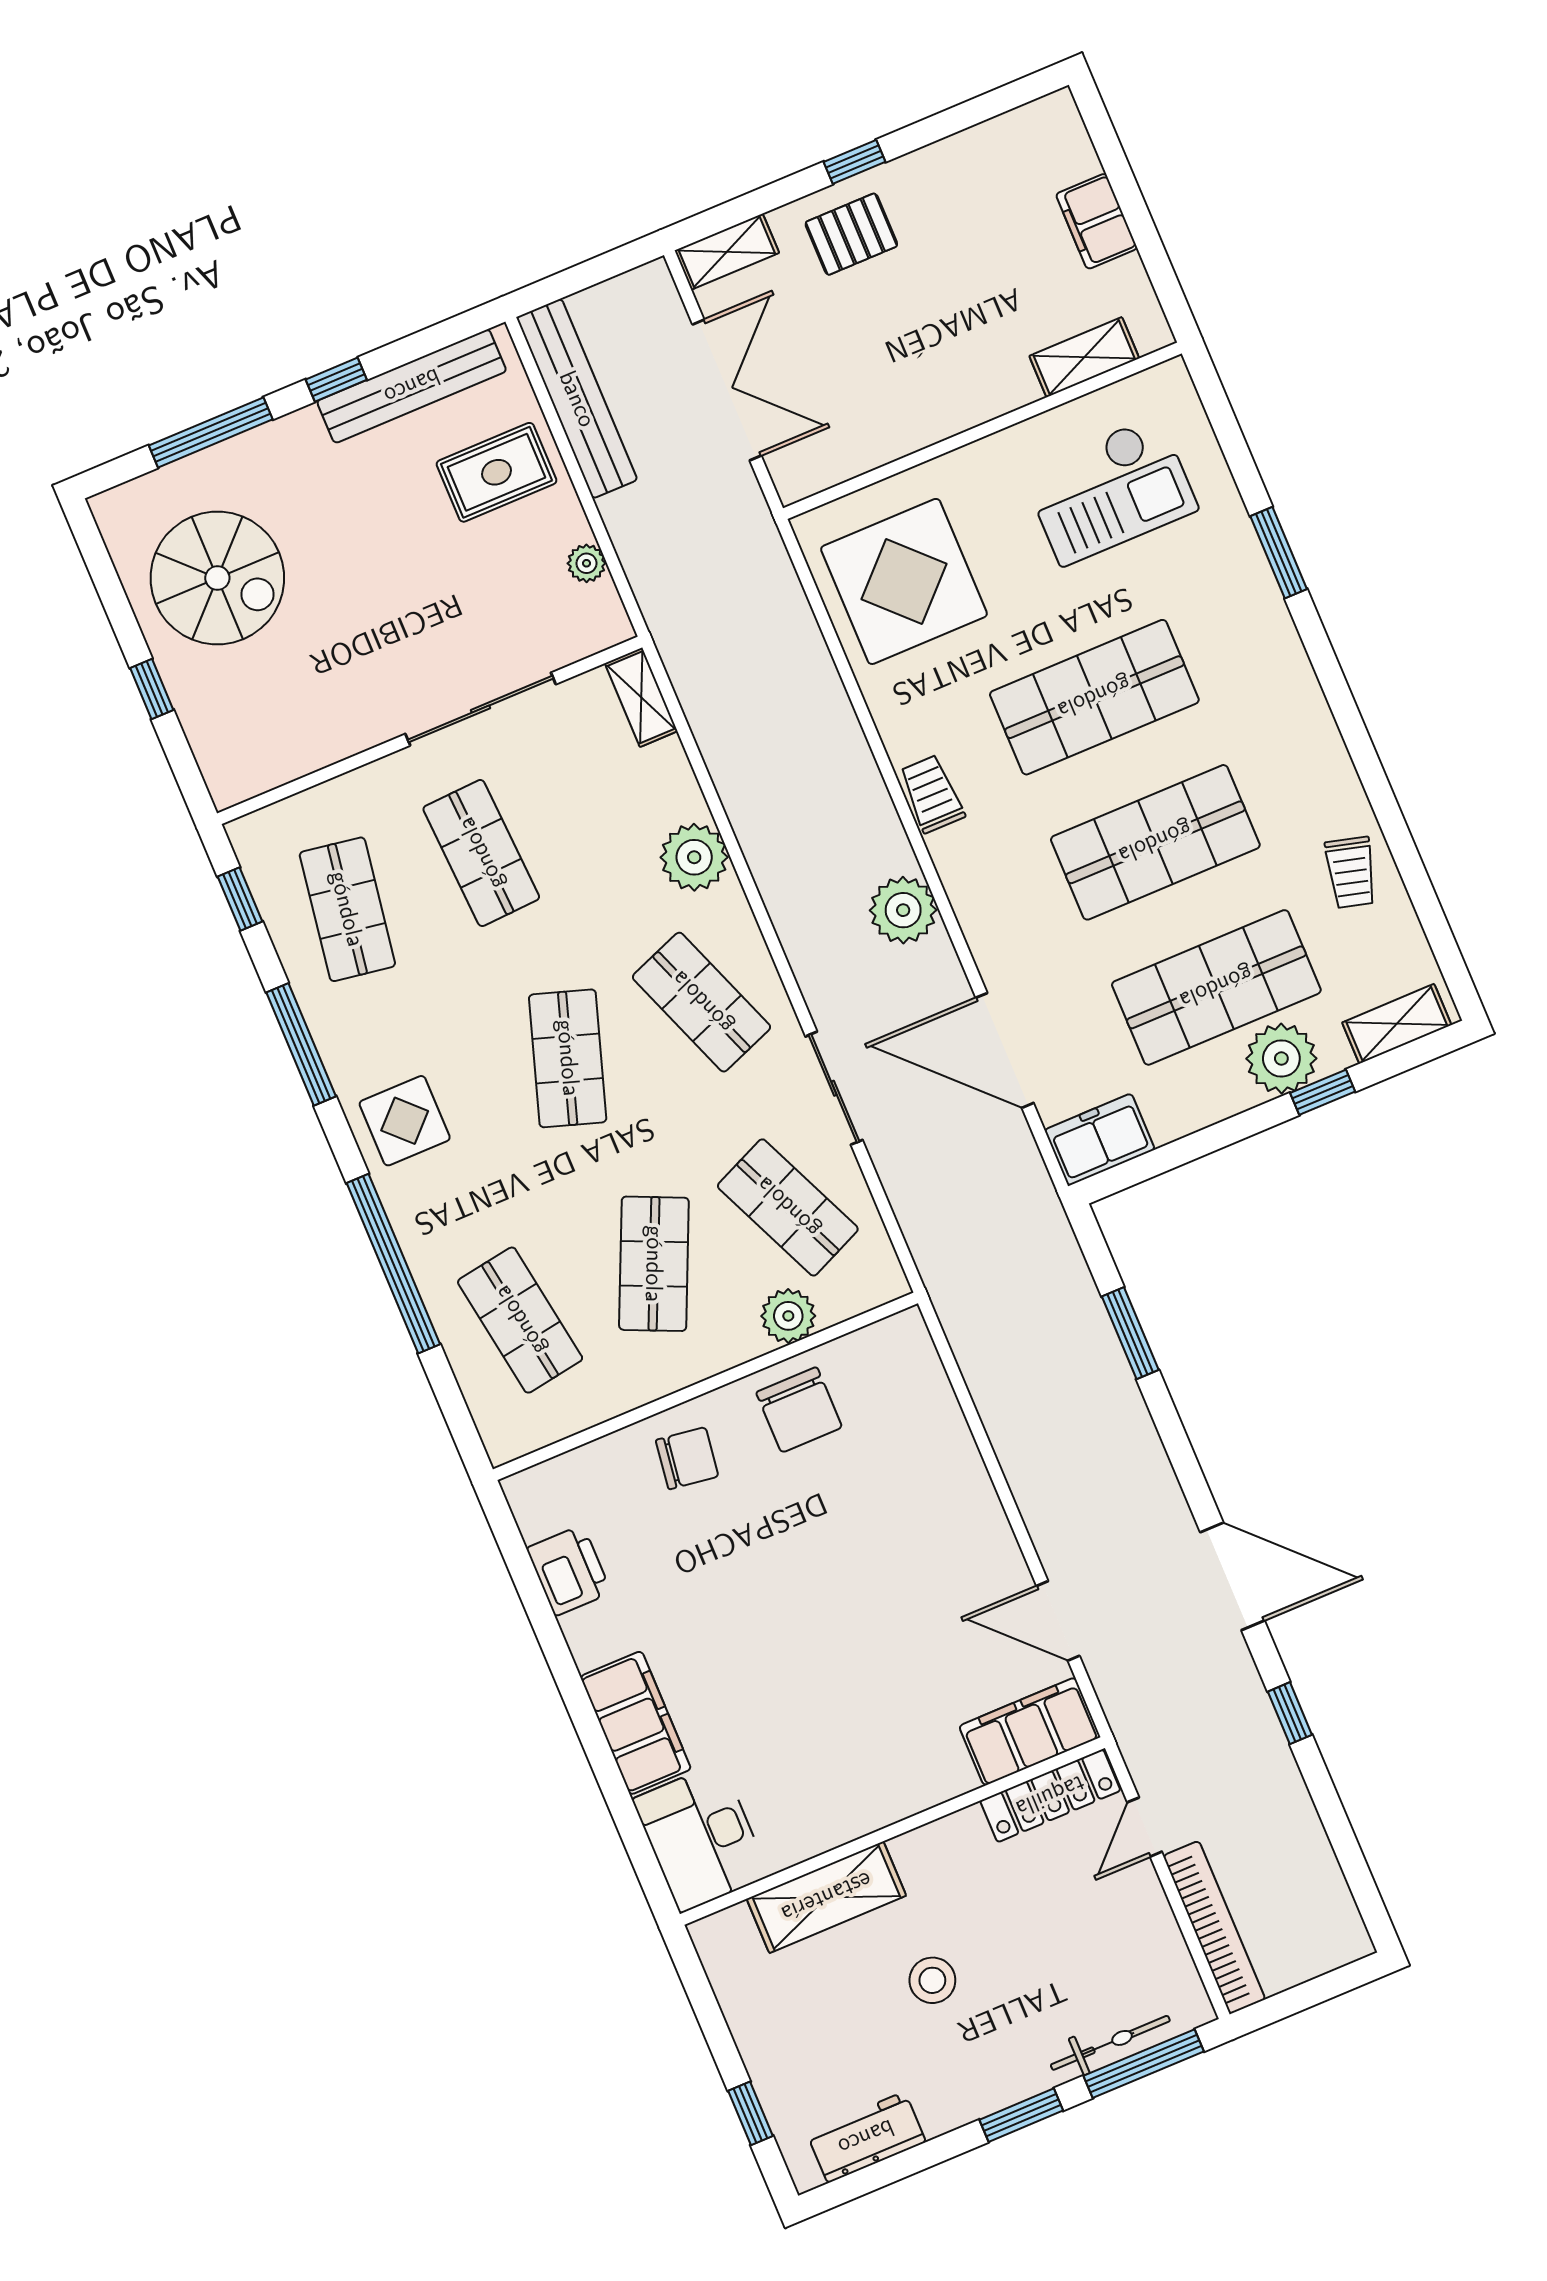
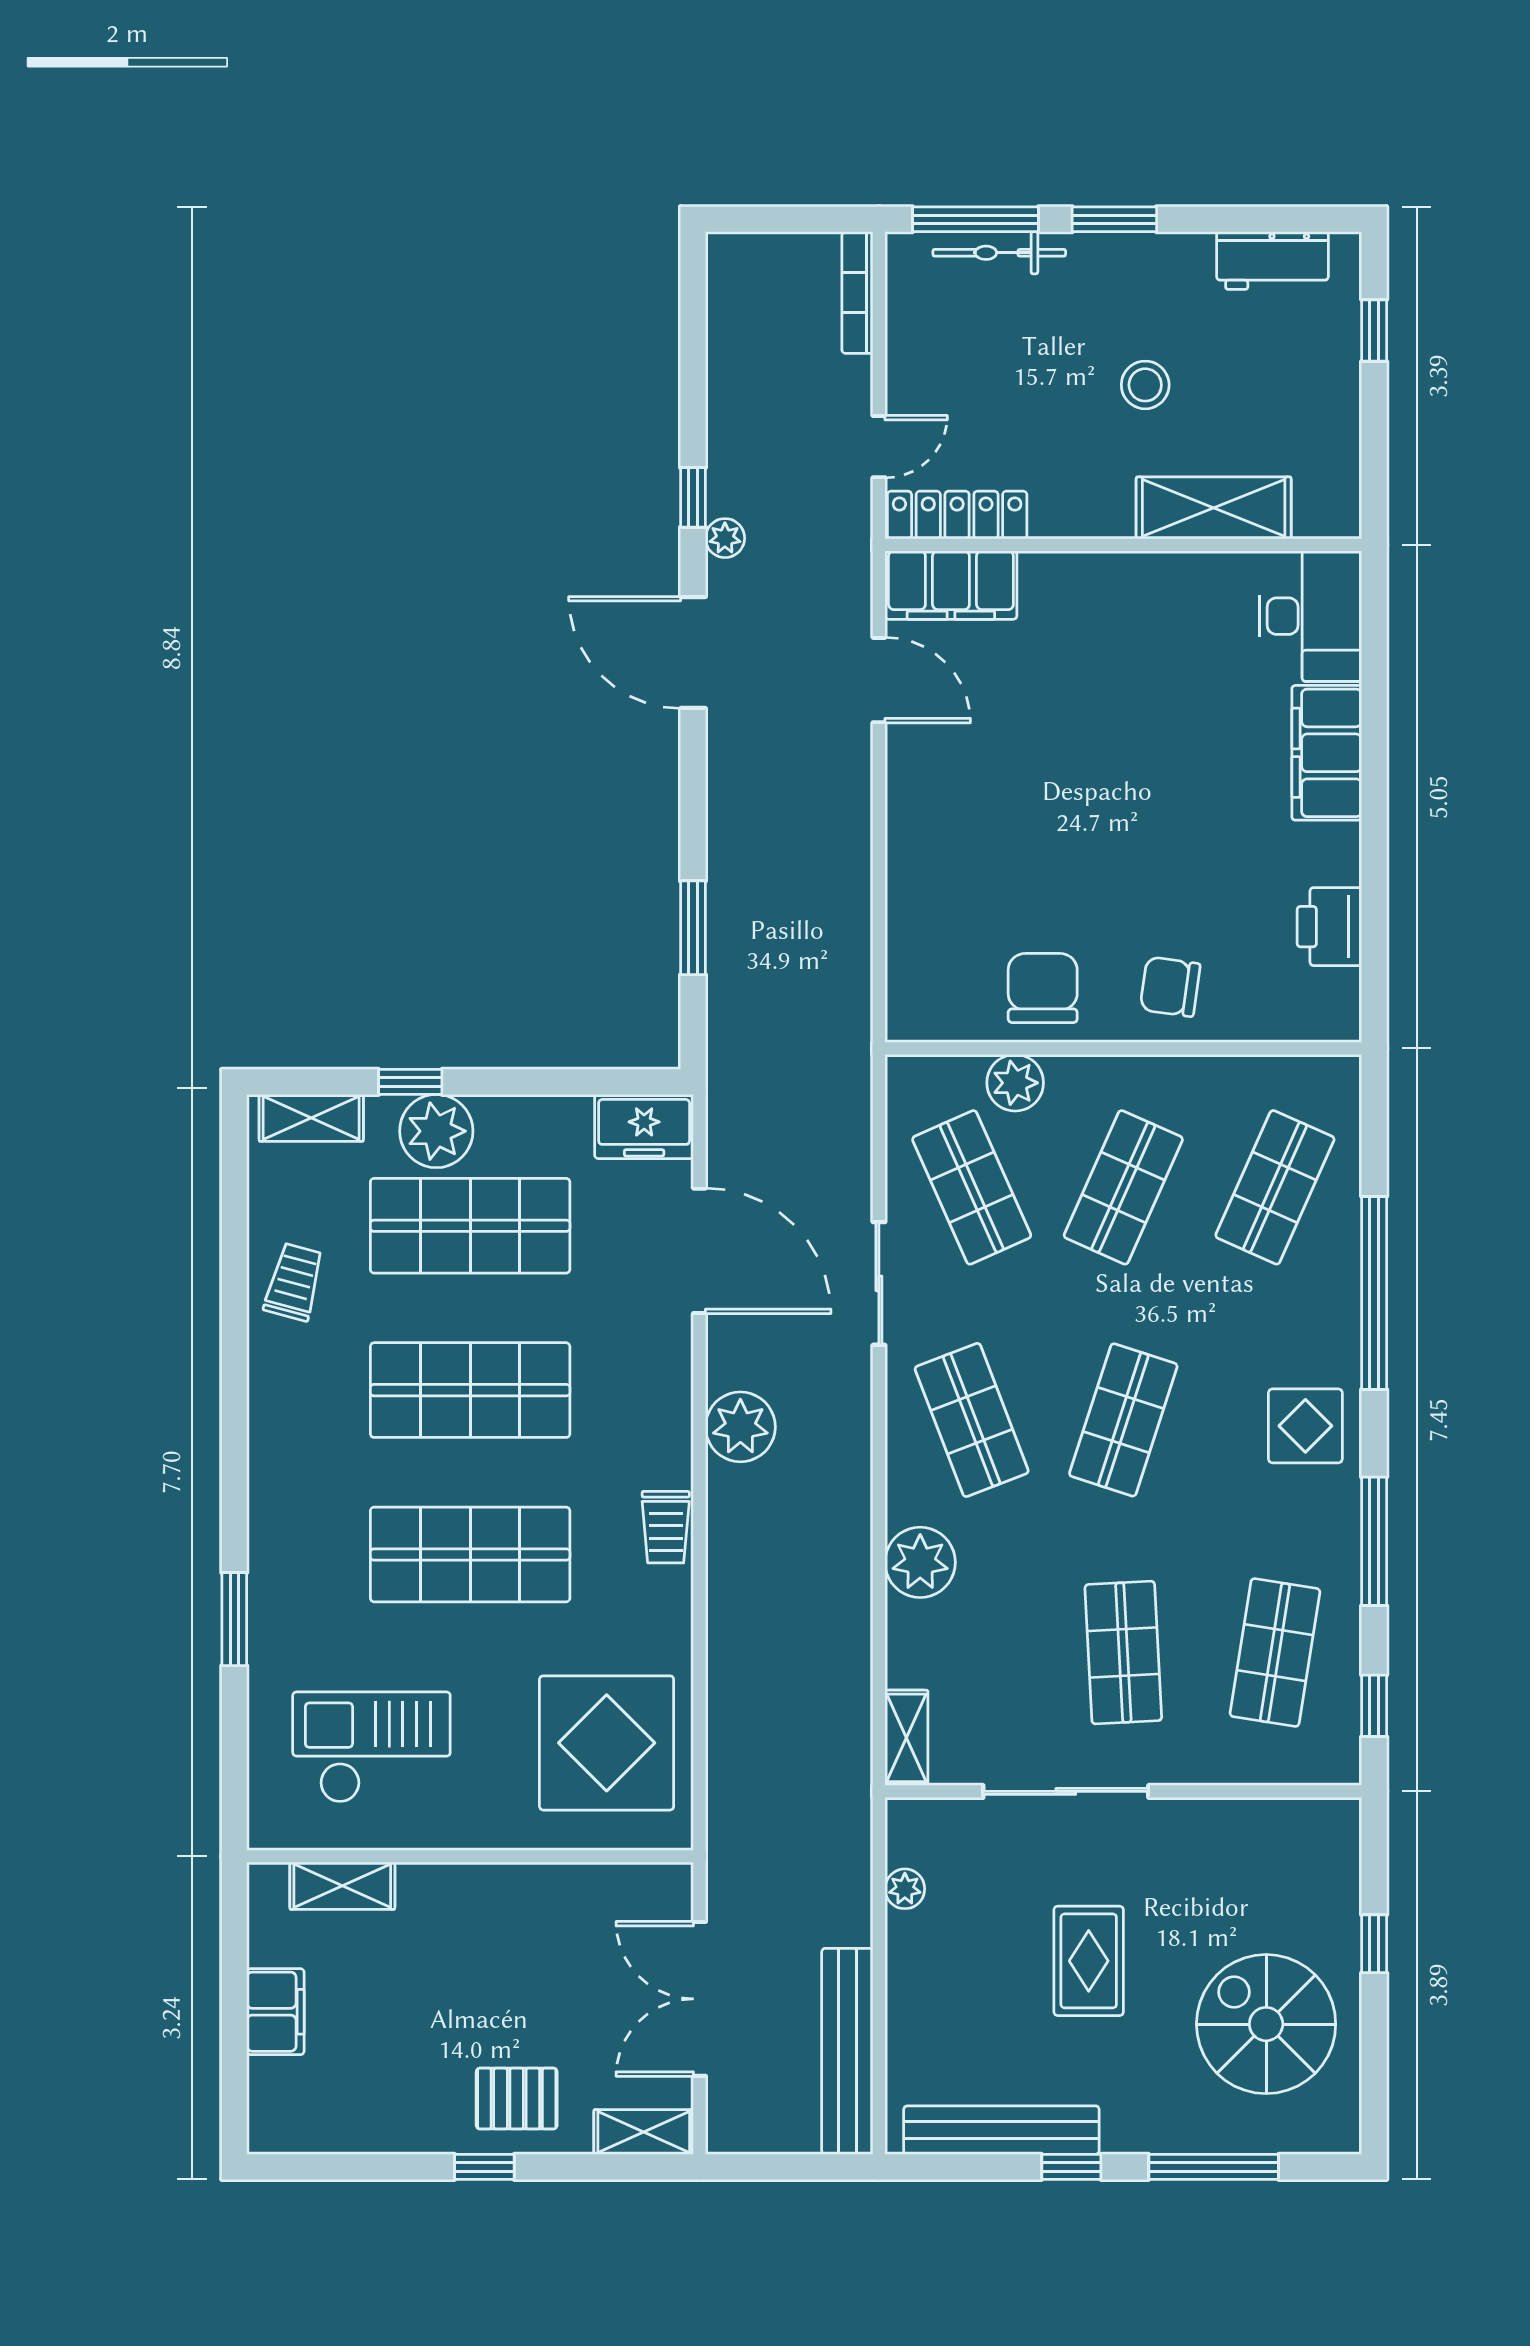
rug: (497, 472) -> (1089, 1961), moved, turned 90
shop shelf: (520, 1320) -> (1275, 1187), turned 33
plant: (1247, 1689) -> (725, 538), added
bookcase: (1214, 1927) -> (857, 293), width x0.68, depth x0.76

